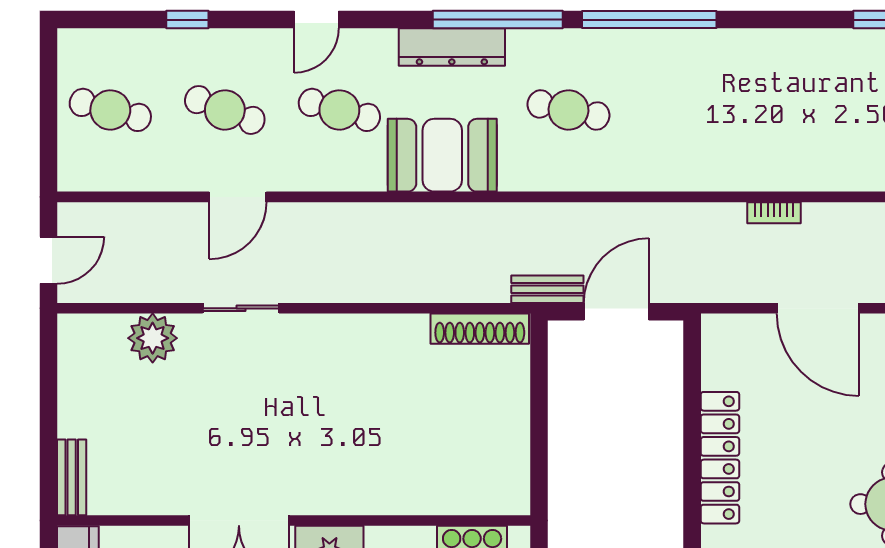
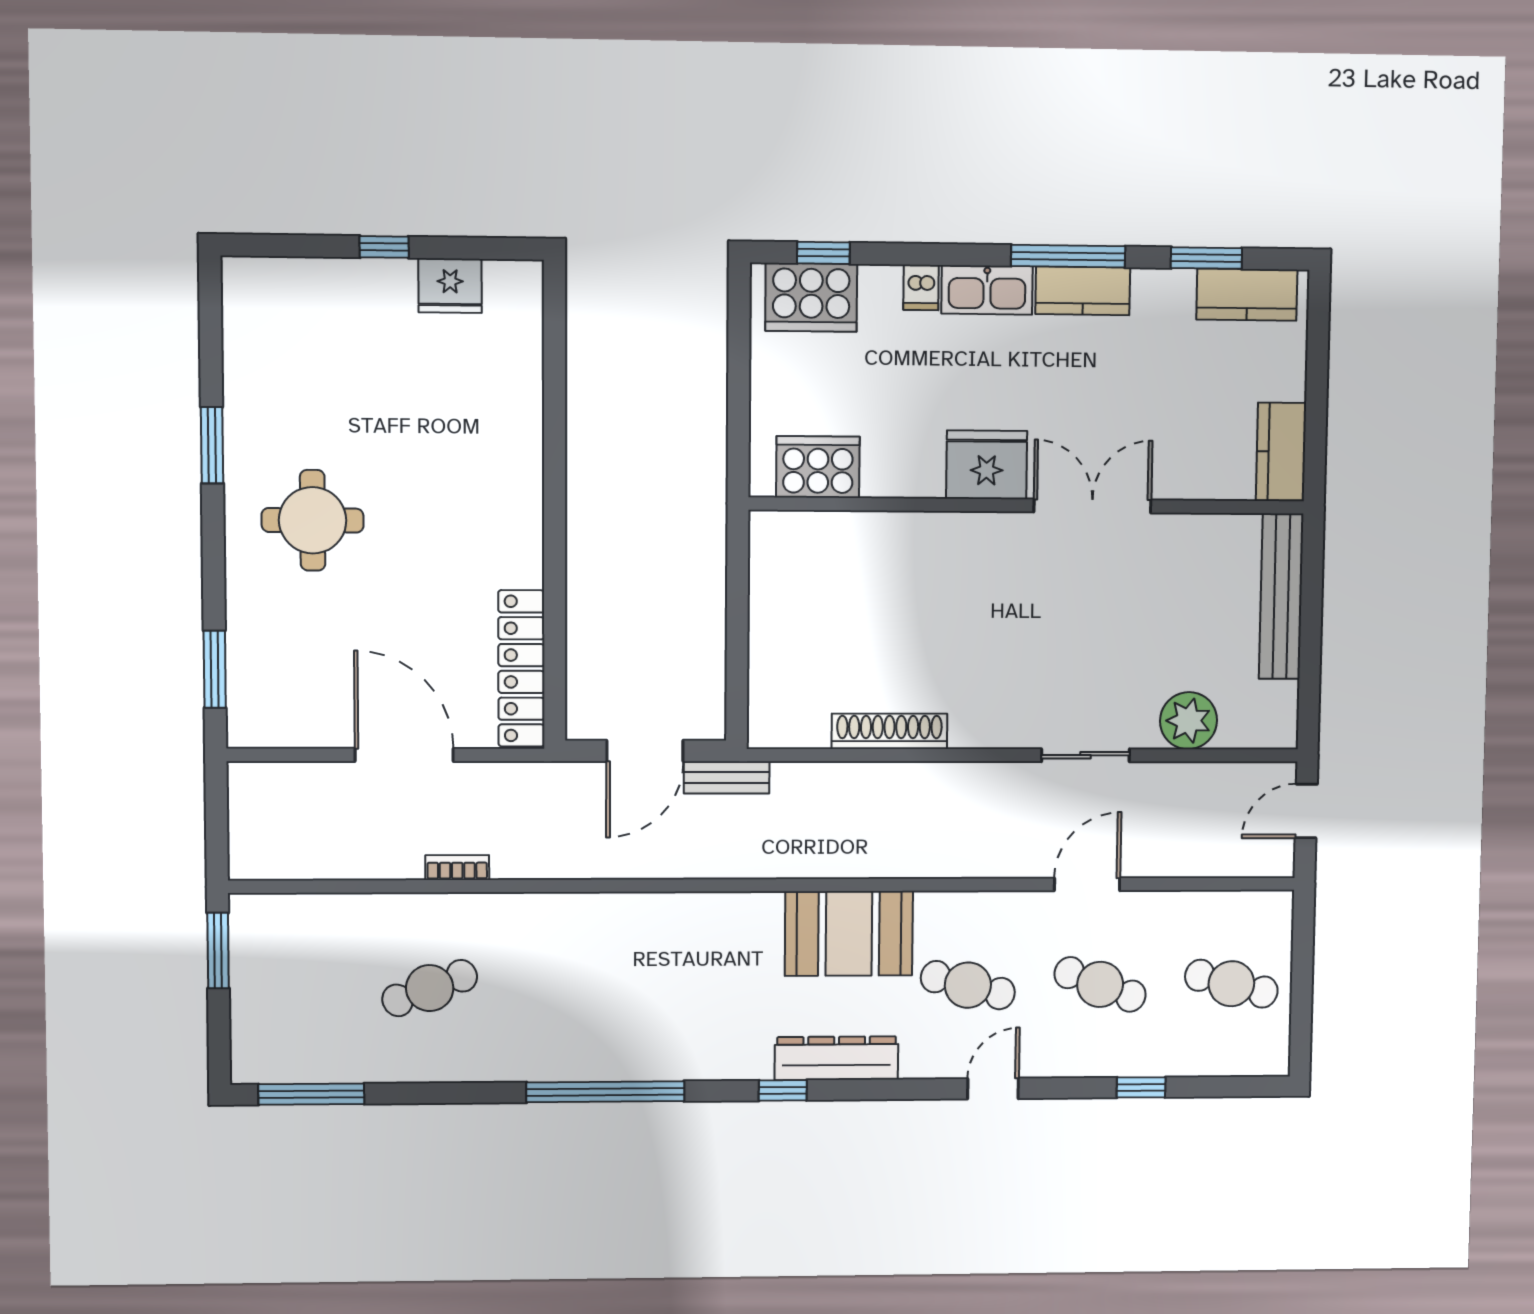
window: (498, 20) -> (783, 1090), width x0.32
cafe table: (568, 110) -> (430, 988), moved, turned -33
shoe rack: (480, 329) -> (889, 731), moved
locker: (720, 458) -> (521, 669), moved
bench: (72, 477) -> (1281, 596), width x1.86, depth x1.21

